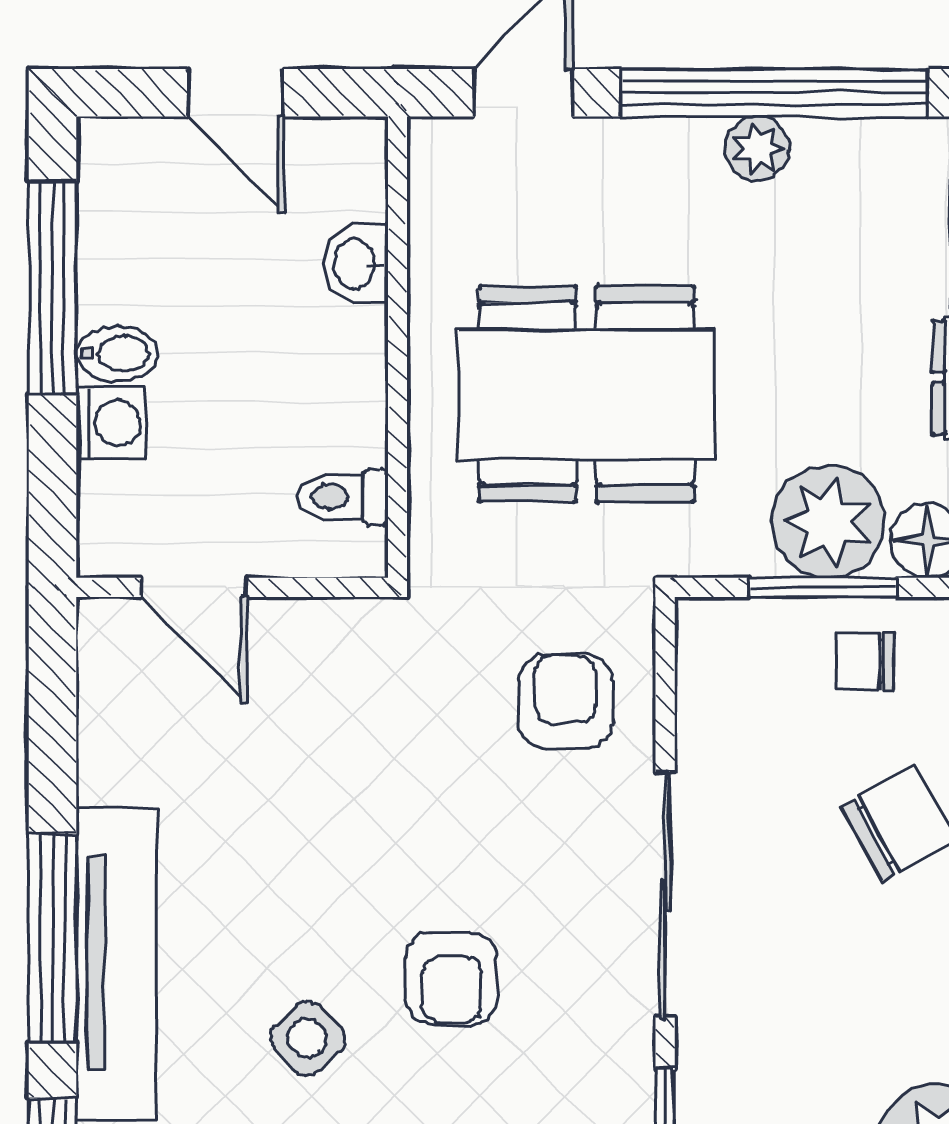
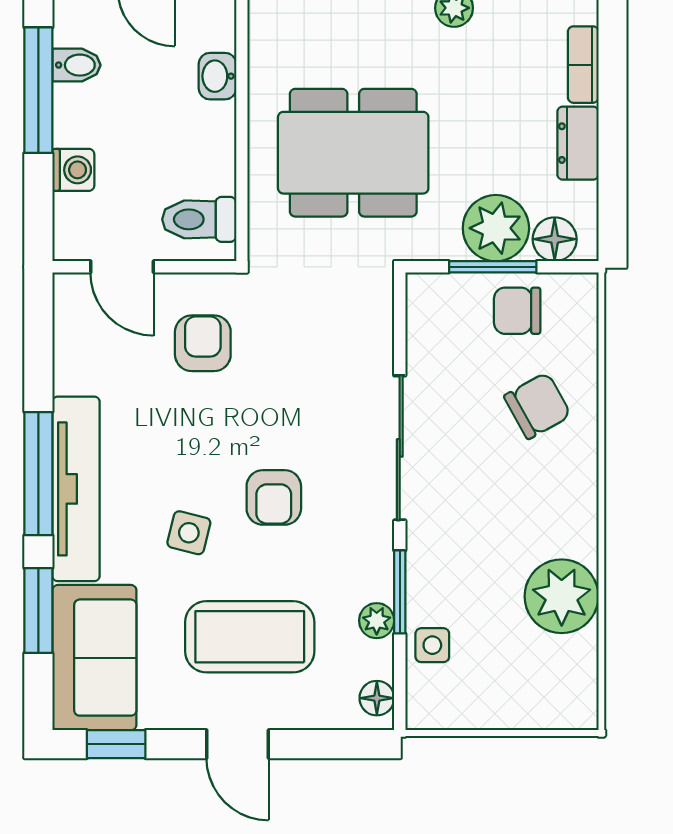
bidet: (117, 353) -> (76, 65), moved
toilet: (343, 497) -> (199, 219), width x1.37, depth x1.39
chair: (864, 662) -> (517, 311), width x1.37, depth x1.37
armchair: (566, 701) -> (203, 343), moved
side table: (308, 1038) -> (189, 533), turned -33

